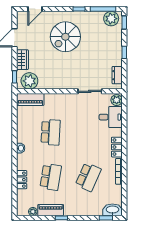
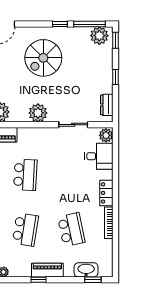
plant: (61, 82) -> (38, 113), added
school desk: (88, 177) -> (71, 230), turned -36
piano: (51, 210) -> (47, 270), moved
washbasin: (112, 210) -> (86, 270), moved

